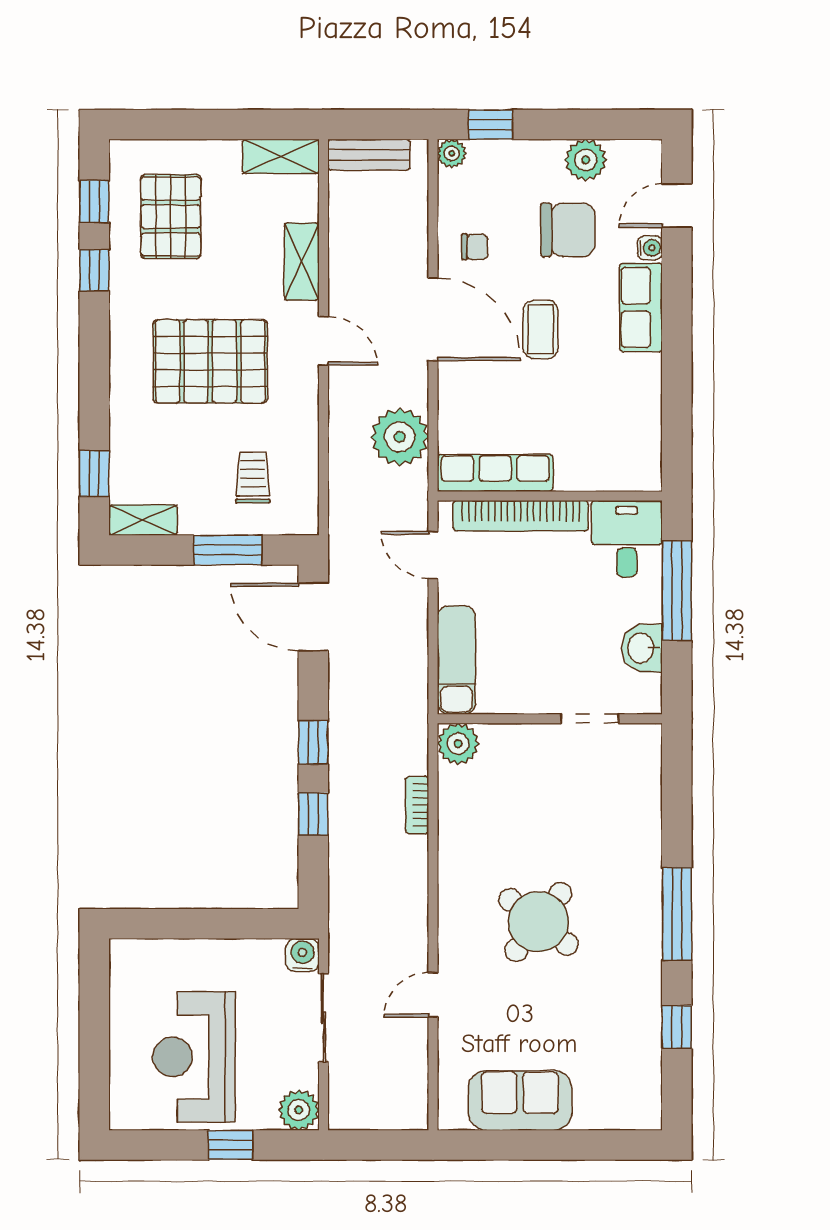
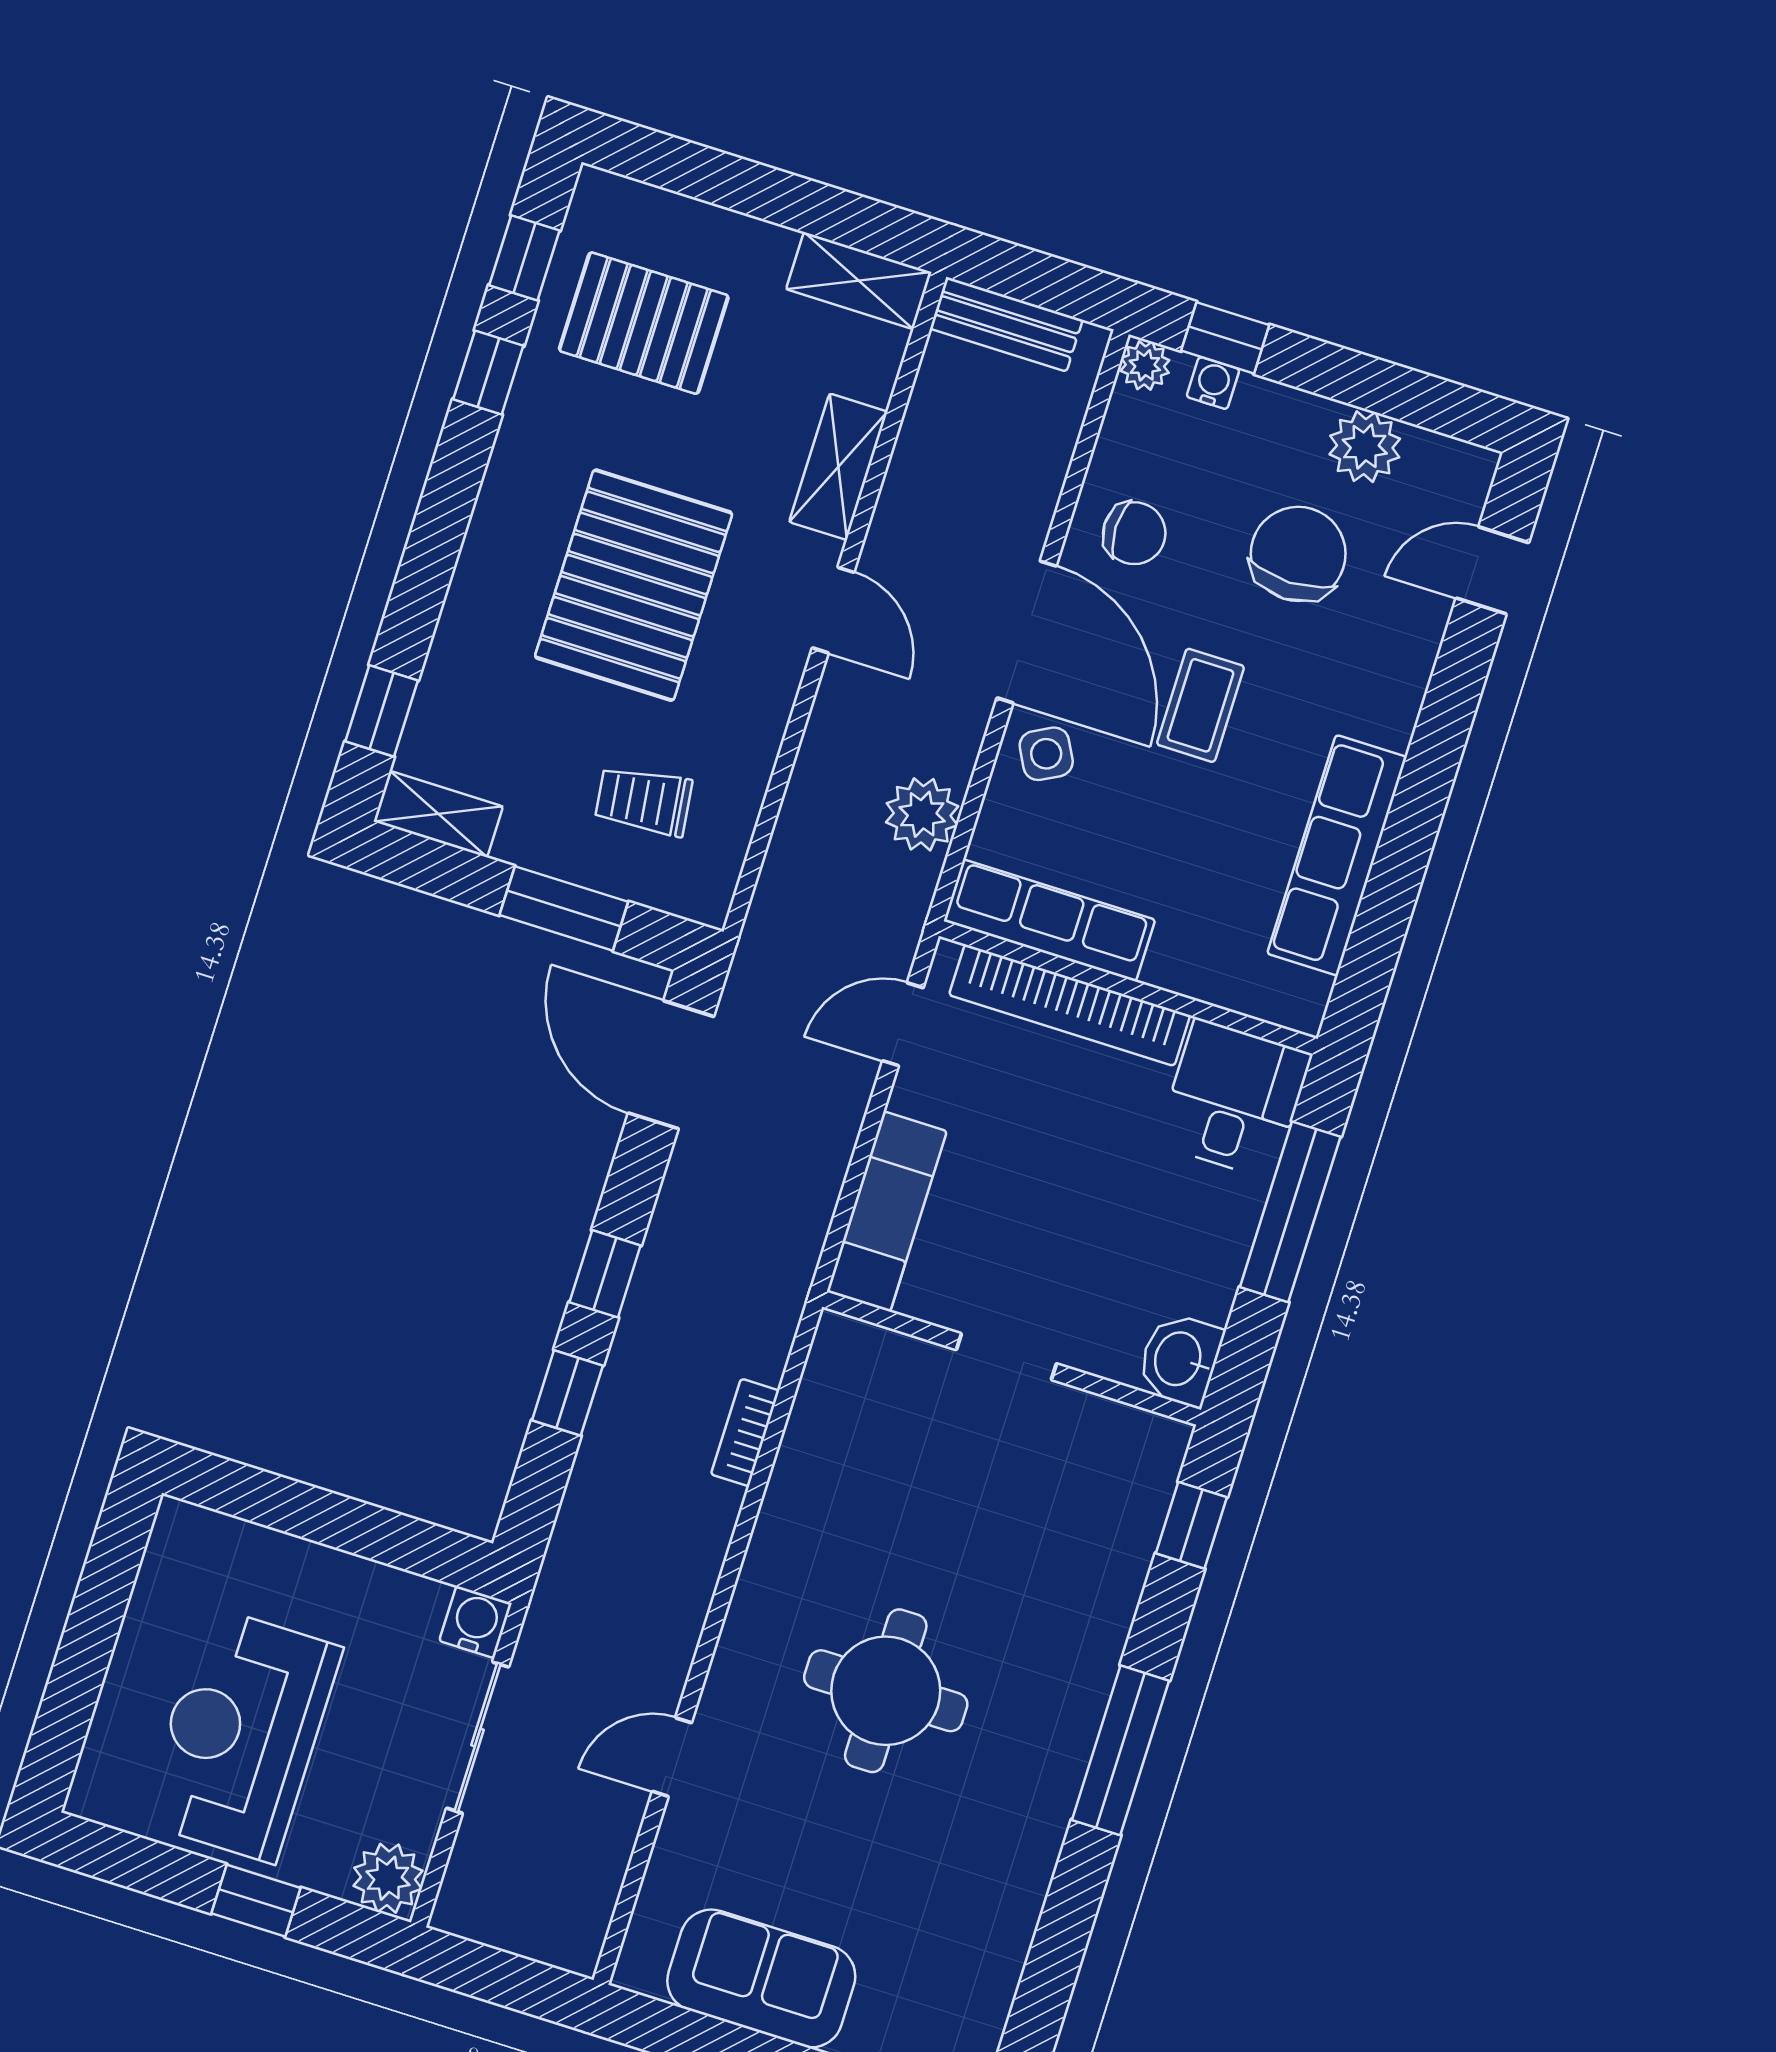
pallet: (171, 217) -> (644, 323), turned 90
chair: (568, 230) -> (1298, 554), turned -90
chair: (475, 247) -> (1134, 533), width x1.37, depth x1.37
water cooler: (650, 248) -> (1213, 383), moved, turned -90
row of seats: (641, 307) -> (1337, 855), moved, width x1.48
pallet: (210, 361) -> (634, 585), turned 90
side table: (465, 382) -> (1046, 754), added
plant: (400, 437) -> (922, 814), width x0.73, depth x0.73
trolley: (253, 478) -> (644, 801), turned -97
door: (433, 555) -> (903, 1024), hinge flipped
washbasin: (642, 648) -> (1180, 1359), moved
doorway: (590, 719) -> (1006, 1357), moved
plant: (458, 744) -> (846, 1352), removed
round table: (538, 922) -> (886, 1691), turned -38
window: (677, 1027) -> (1191, 1525), moved

